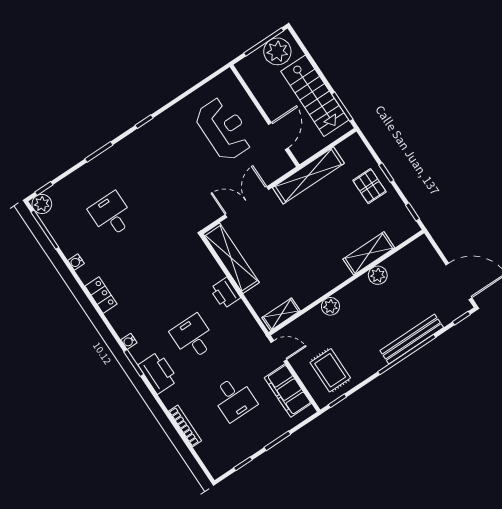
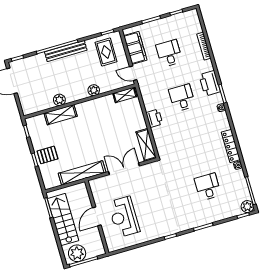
door: (278, 136) -> (97, 216), moved
pallet: (369, 186) -> (47, 155), turned 90
double door: (247, 202) -> (124, 169), swing flipped
desk: (111, 215) -> (208, 187), turned 180
shelving: (231, 258) -> (146, 145), width x0.68
locker: (101, 295) -> (231, 146), width x1.53
desk: (193, 337) -> (182, 98), turned 180
bench: (412, 339) -> (66, 51), moved

